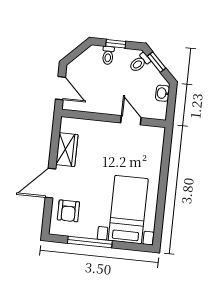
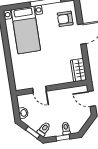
wardrobe: (67, 150) -> (78, 70), moved
armchair: (68, 211) -> (65, 19), turned -90

